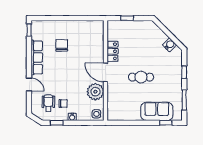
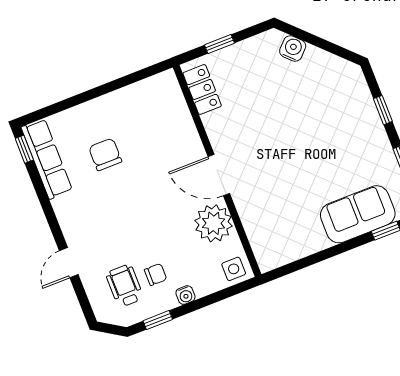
water cooler: (170, 45) -> (293, 48), moved
locker: (113, 51) -> (202, 89), moved
row of seats: (37, 58) -> (47, 159), moved
cafe table: (141, 77) -> (297, 156), removed
door: (29, 84) -> (69, 263), swing flipped

